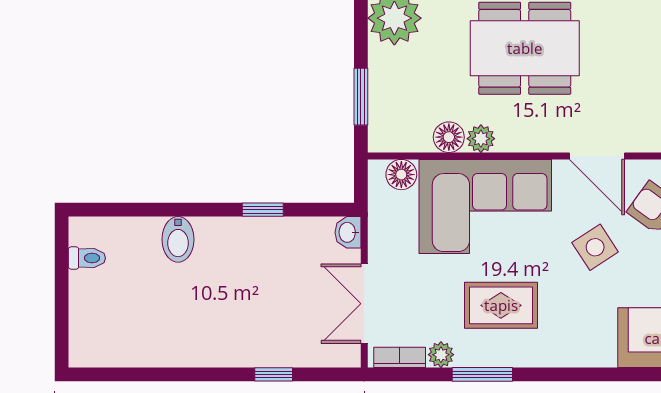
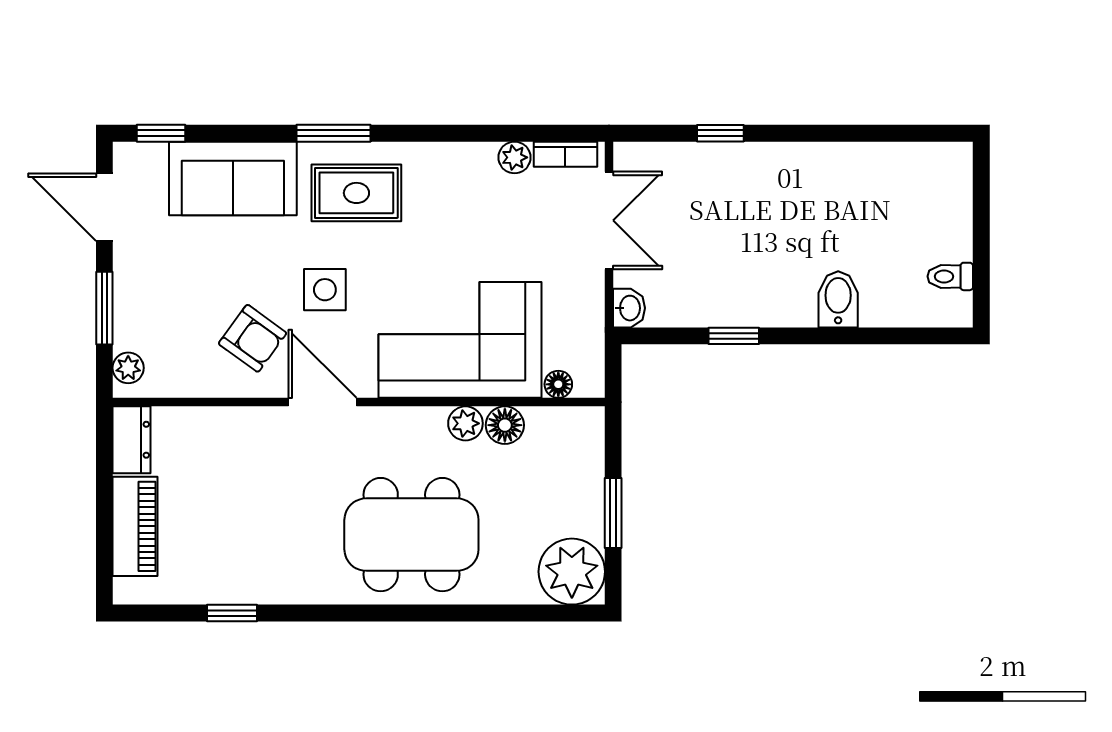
window: (361, 97) -> (613, 513), moved
floor lamp: (401, 175) -> (558, 384), width x0.73, depth x0.73
side table: (595, 247) -> (325, 290), turned 33
rug: (501, 305) -> (356, 193), moved
window: (482, 374) -> (334, 133), moved

